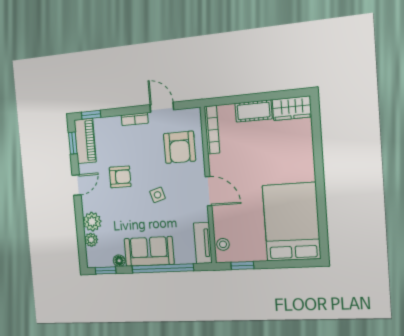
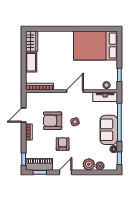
armchair: (179, 147) -> (53, 121), moved, turned 180
door: (76, 185) -> (66, 172), hinge flipped

